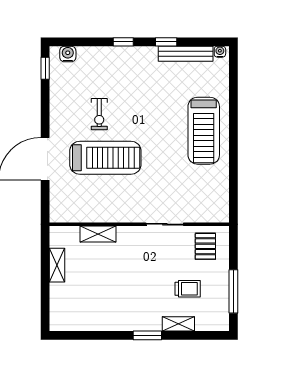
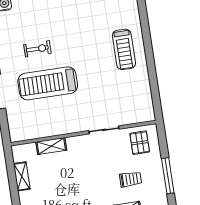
exercise bike: (99, 114) -> (37, 49), turned -90
treadmill: (204, 131) -> (124, 49), width x0.73, depth x0.73
treadmill: (105, 158) -> (48, 83), turned 180

